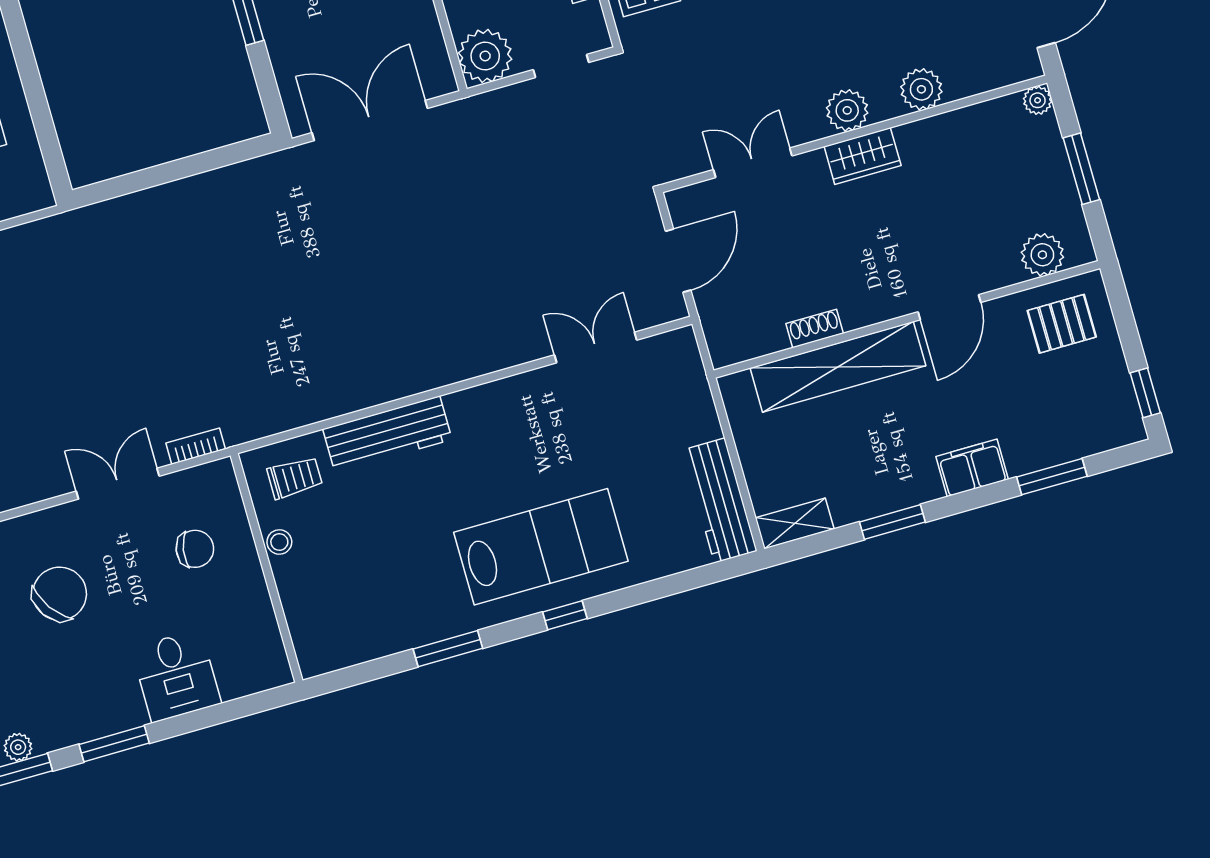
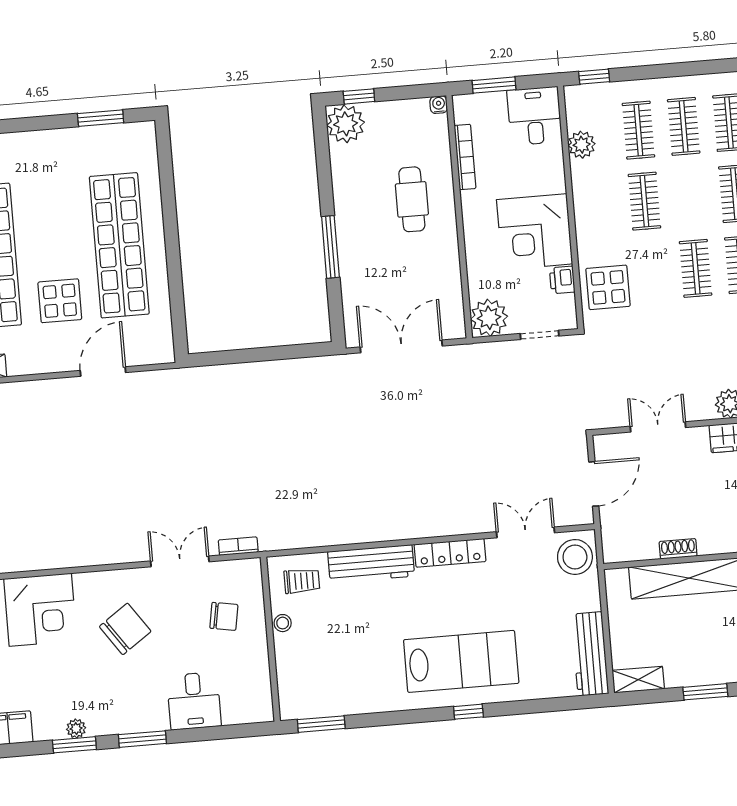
stool: (672, 369) -> (575, 557), added
locker: (495, 397) -> (450, 553), added
window: (448, 649) -> (321, 724), moved

